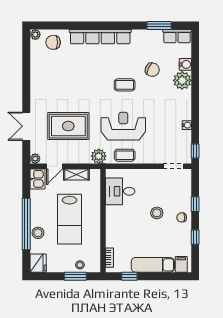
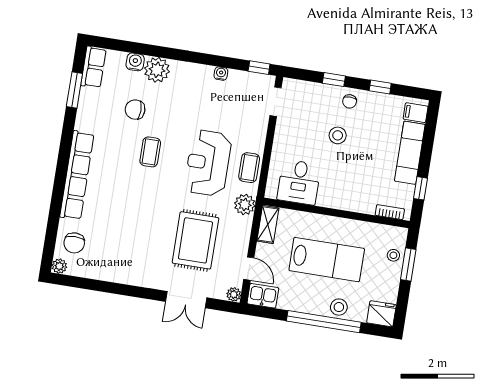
chair: (152, 70) -> (135, 110), turned -115
shelving: (76, 174) -> (268, 224), moved

